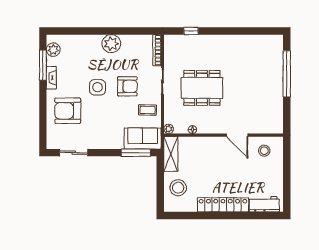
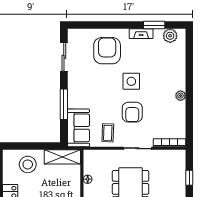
plant: (111, 44) -> (181, 96), width x0.53, depth x0.53
window: (43, 65) -> (154, 25), width x0.69
plant: (169, 129) -> (88, 155), removed
window: (136, 153) -> (64, 104), moved

